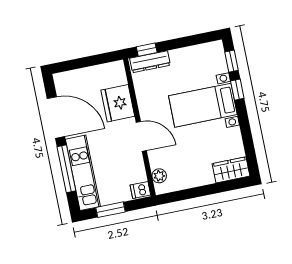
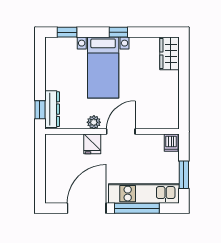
window: (237, 90) -> (118, 32), moved
fridge: (118, 103) -> (92, 144), width x0.53, depth x0.75
plant: (159, 176) -> (94, 122), moved

